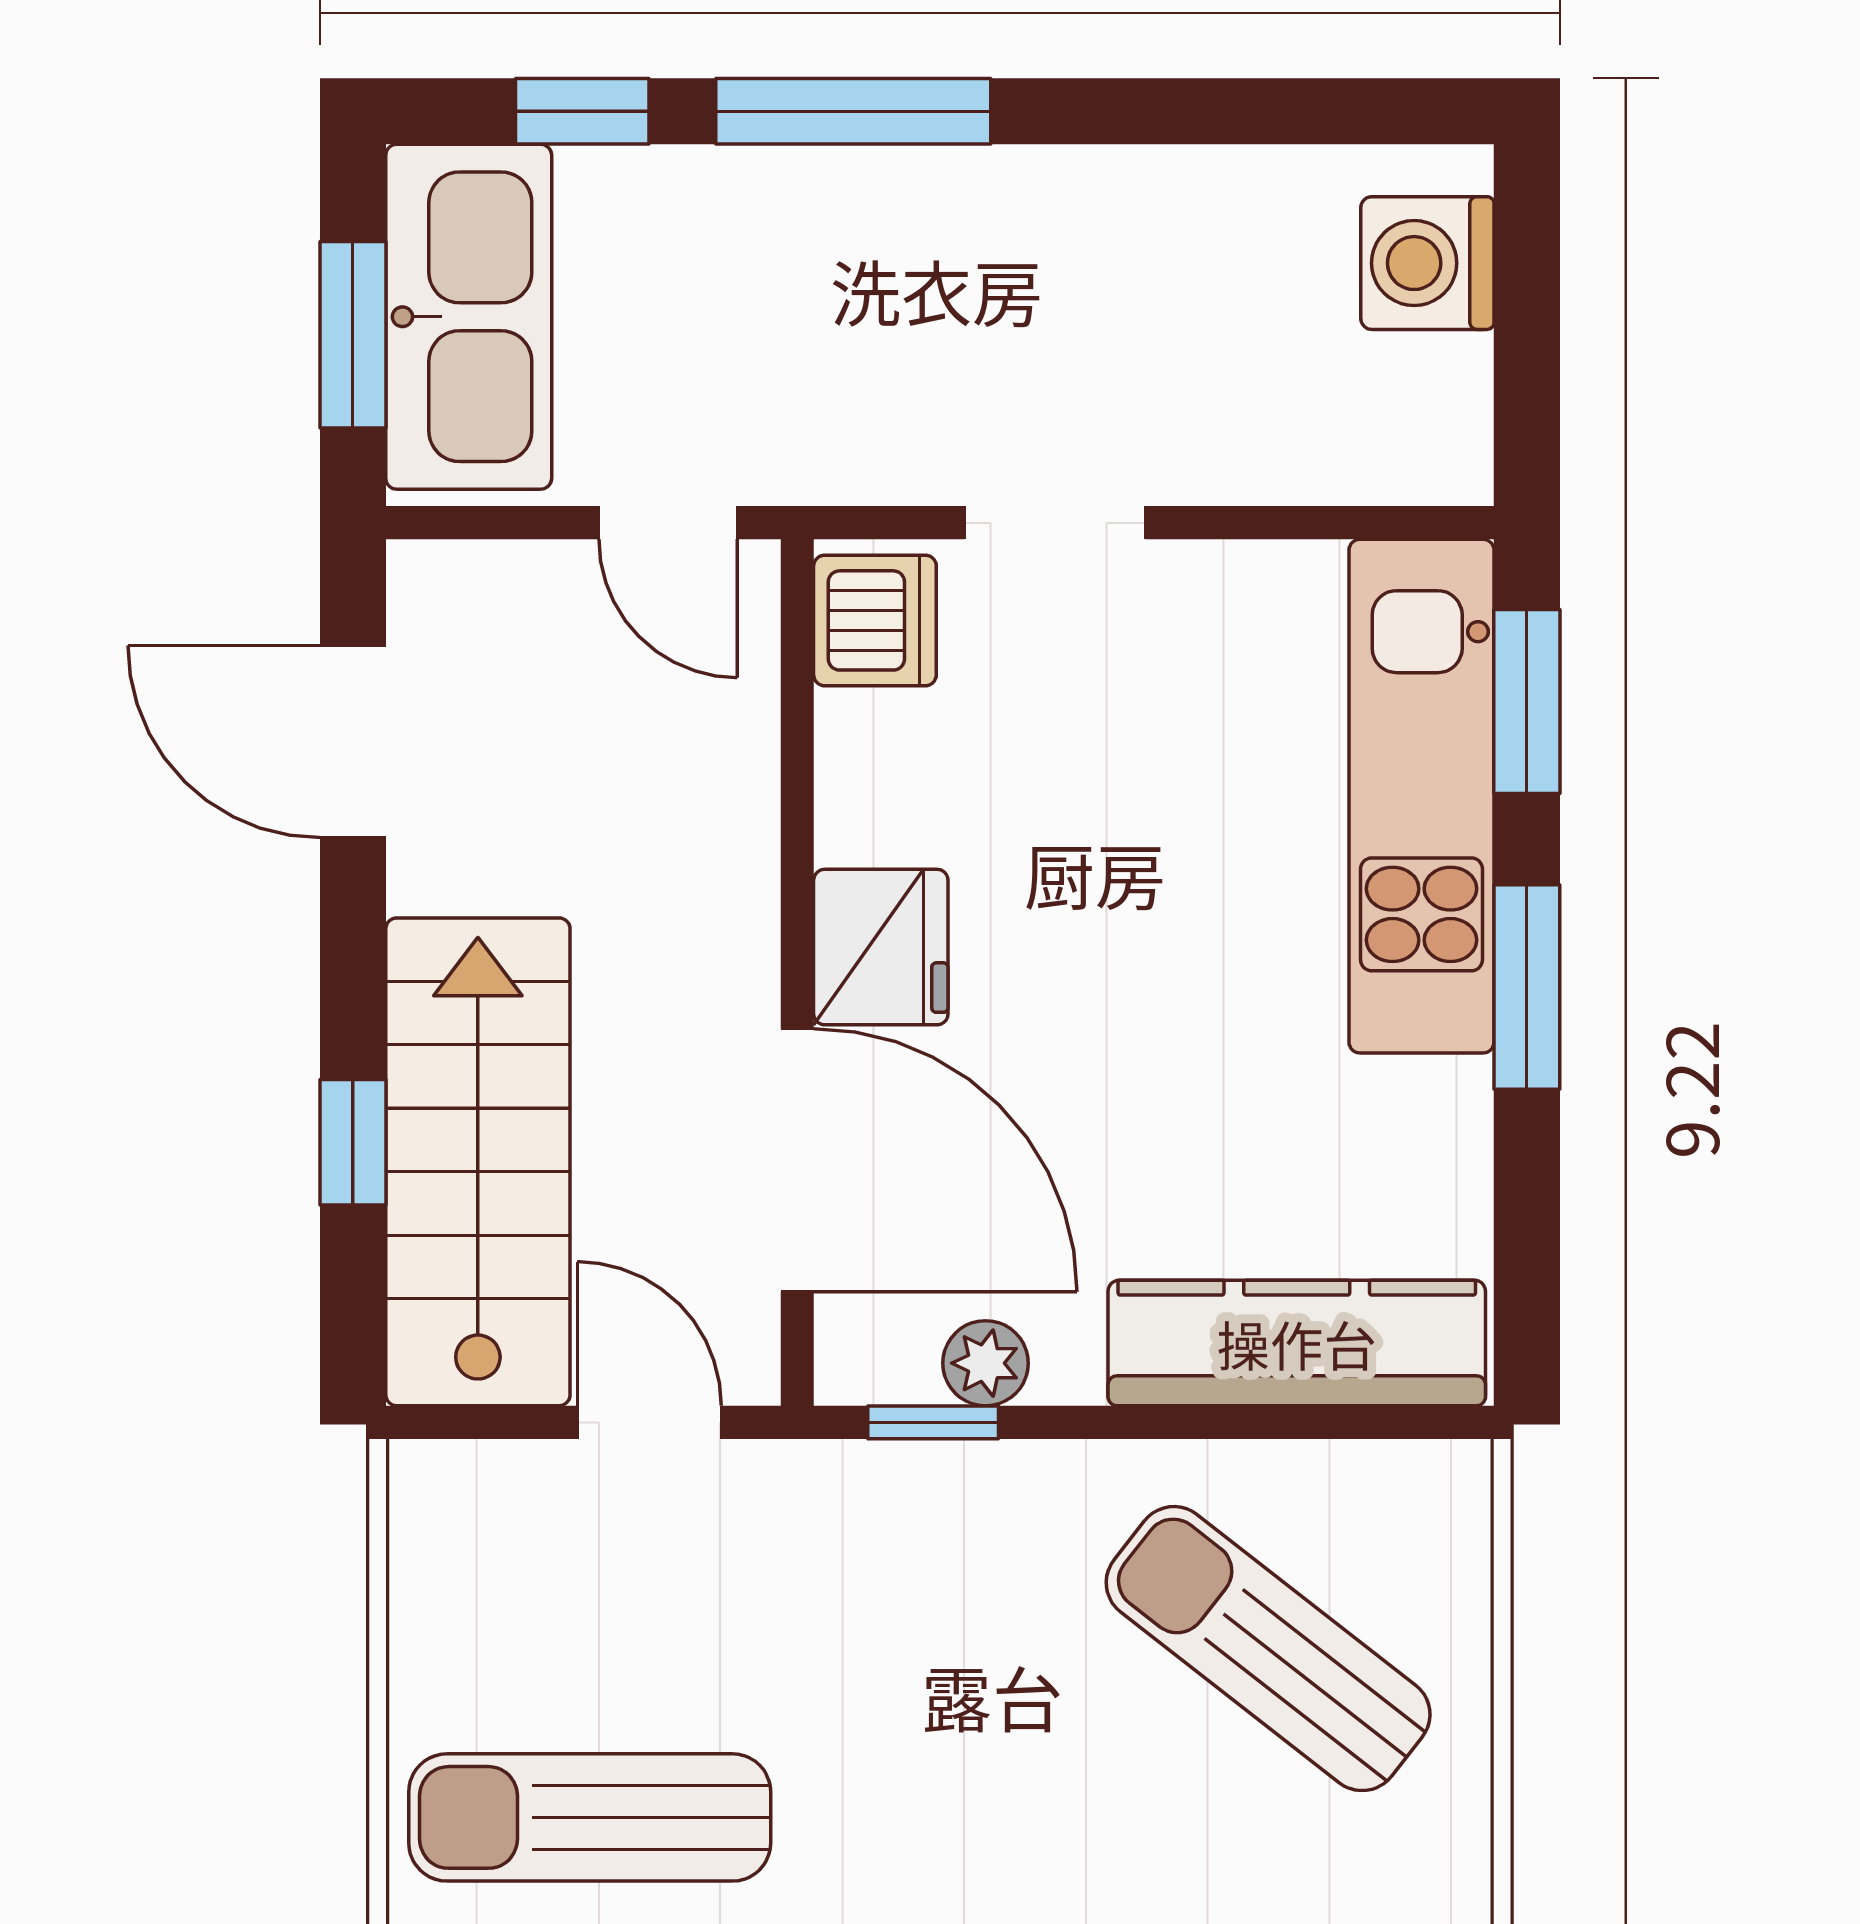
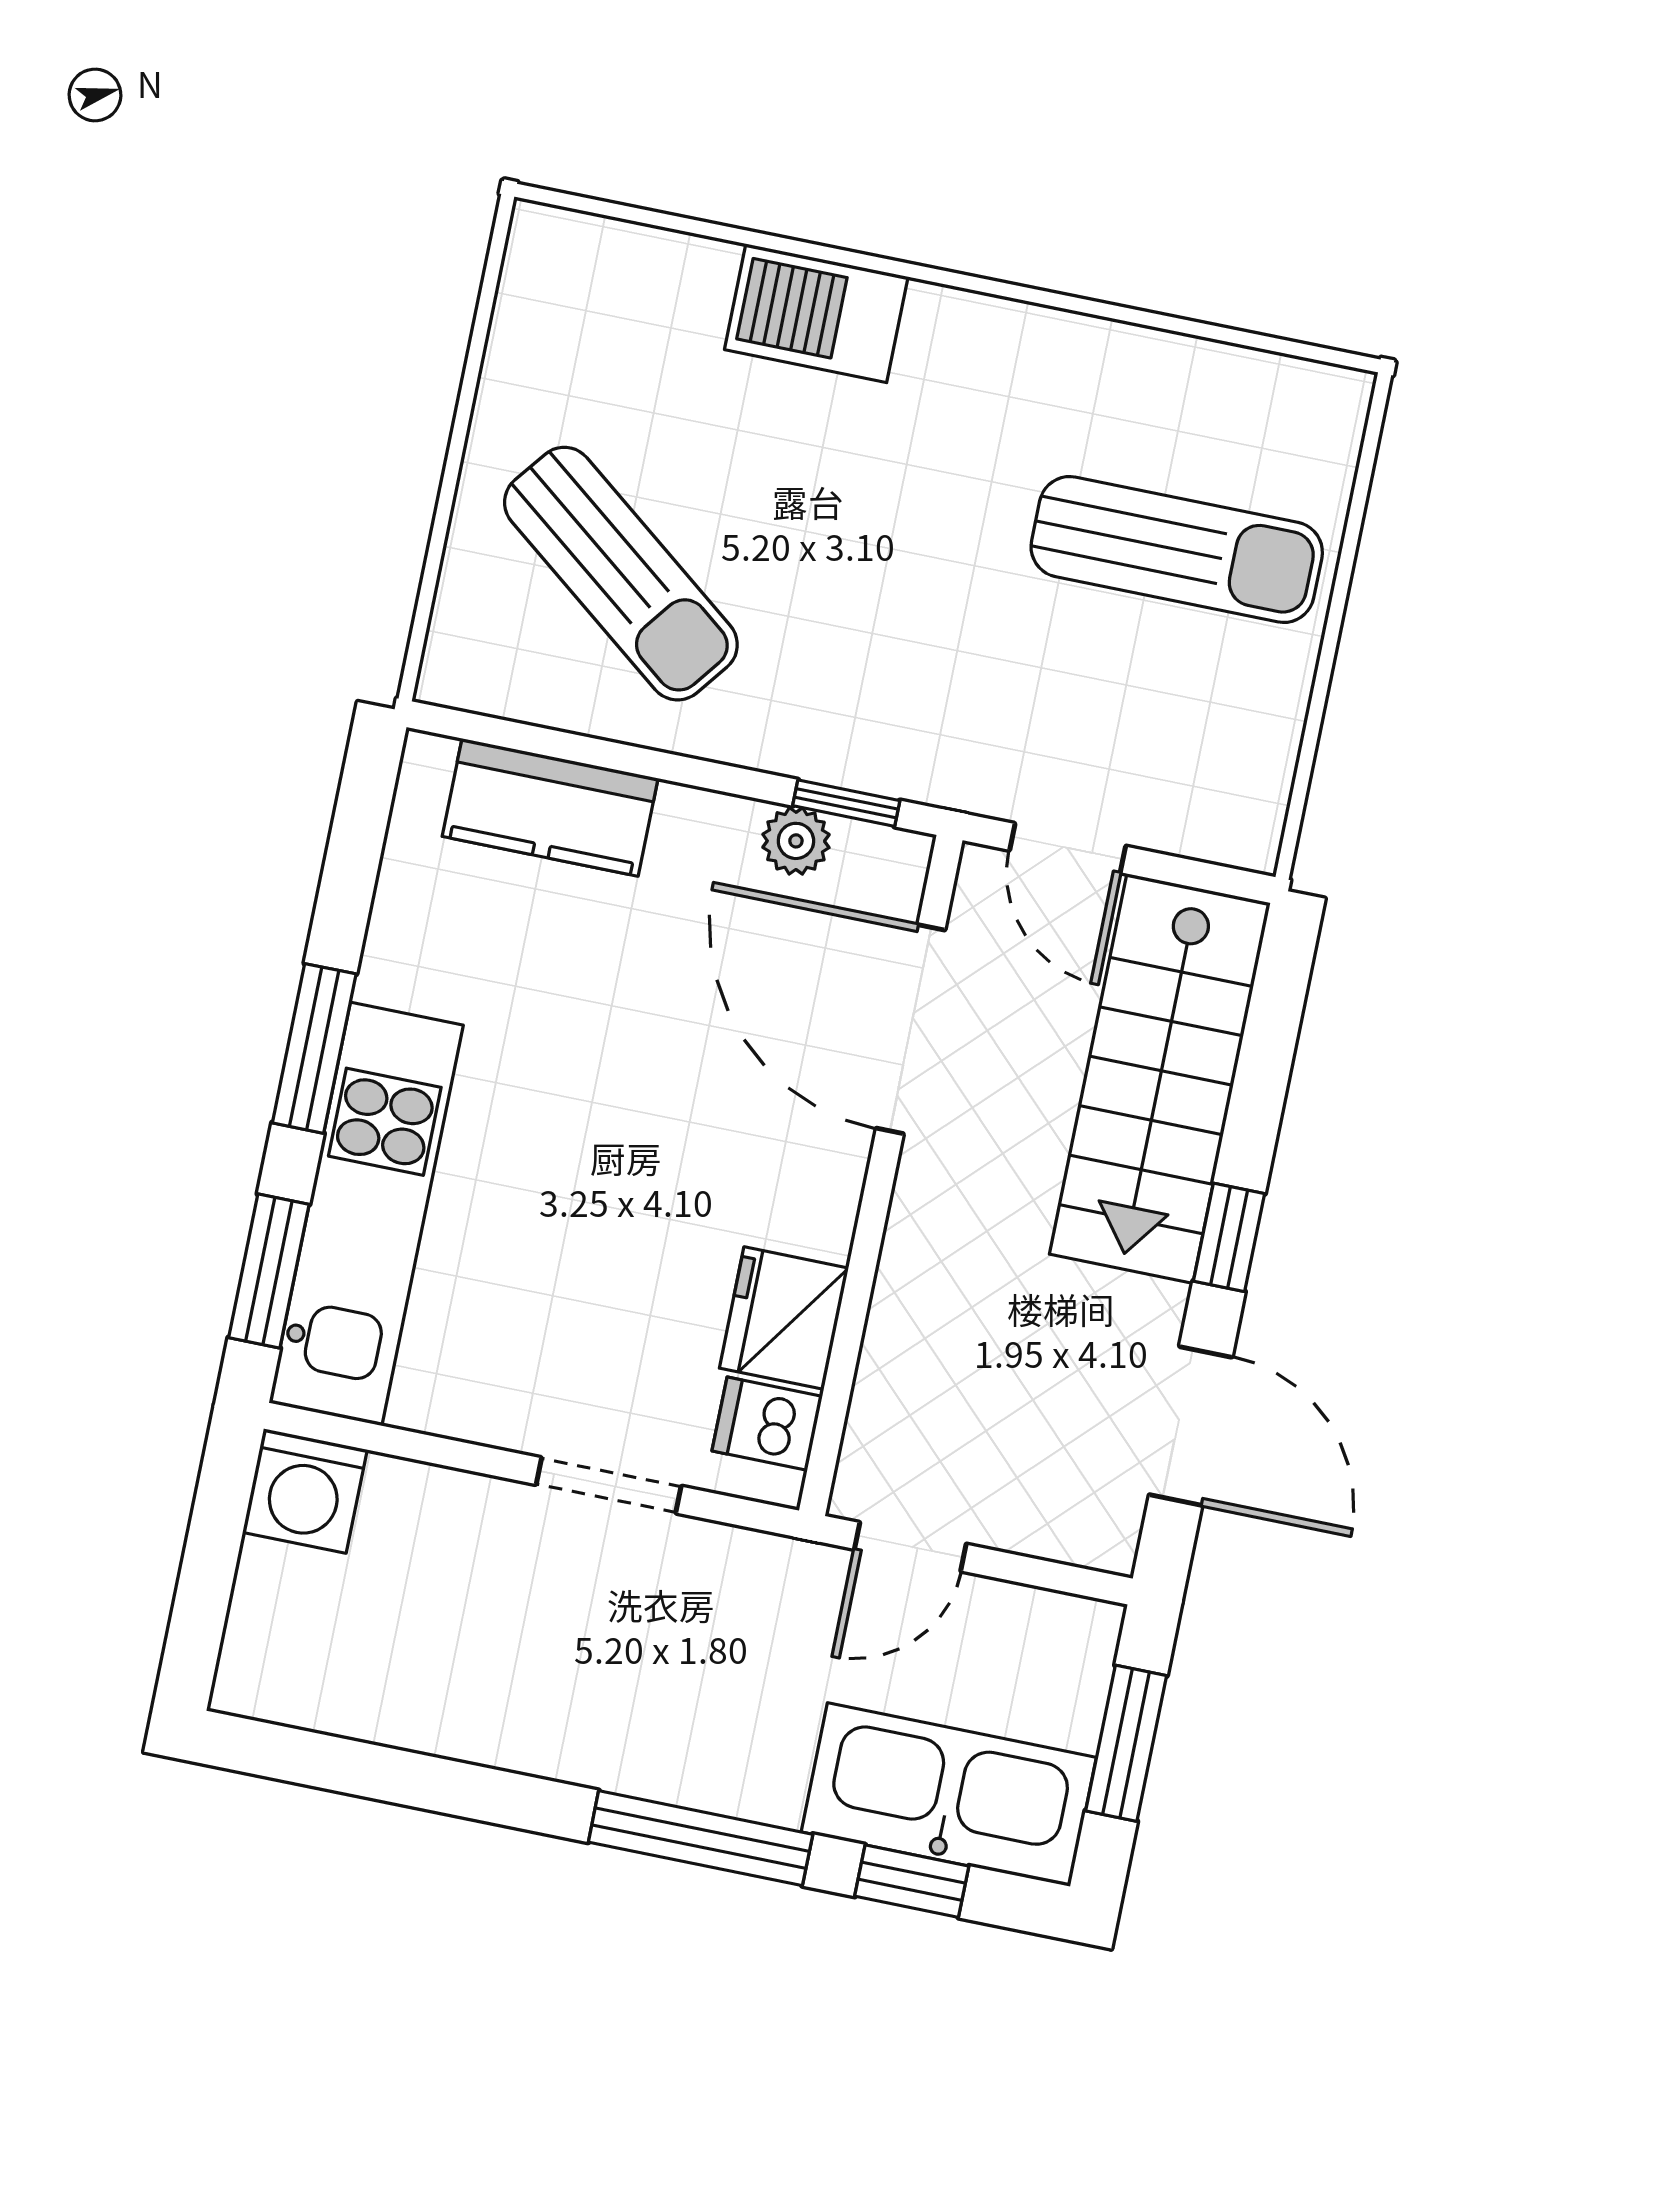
washing machine: (1427, 263) -> (305, 1491), moved, turned 90
kitchen sink: (469, 317) -> (949, 1795), moved, turned 90
door: (668, 523) -> (910, 1547), swing flipped
dishwasher: (875, 620) -> (767, 1424), width x0.73
fridge: (881, 947) -> (784, 1318), moved
window: (353, 1142) -> (1229, 1237), moved
kitchen counter: (1297, 1343) -> (550, 807), width x0.67

